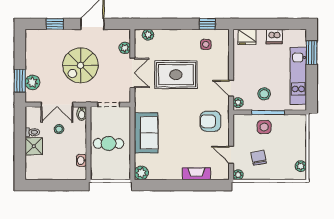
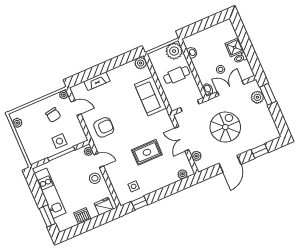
rug: (176, 75) -> (147, 152), width x0.73, depth x0.70
stool: (264, 94) -> (95, 178), moved
plant: (100, 170) -> (174, 51), added

